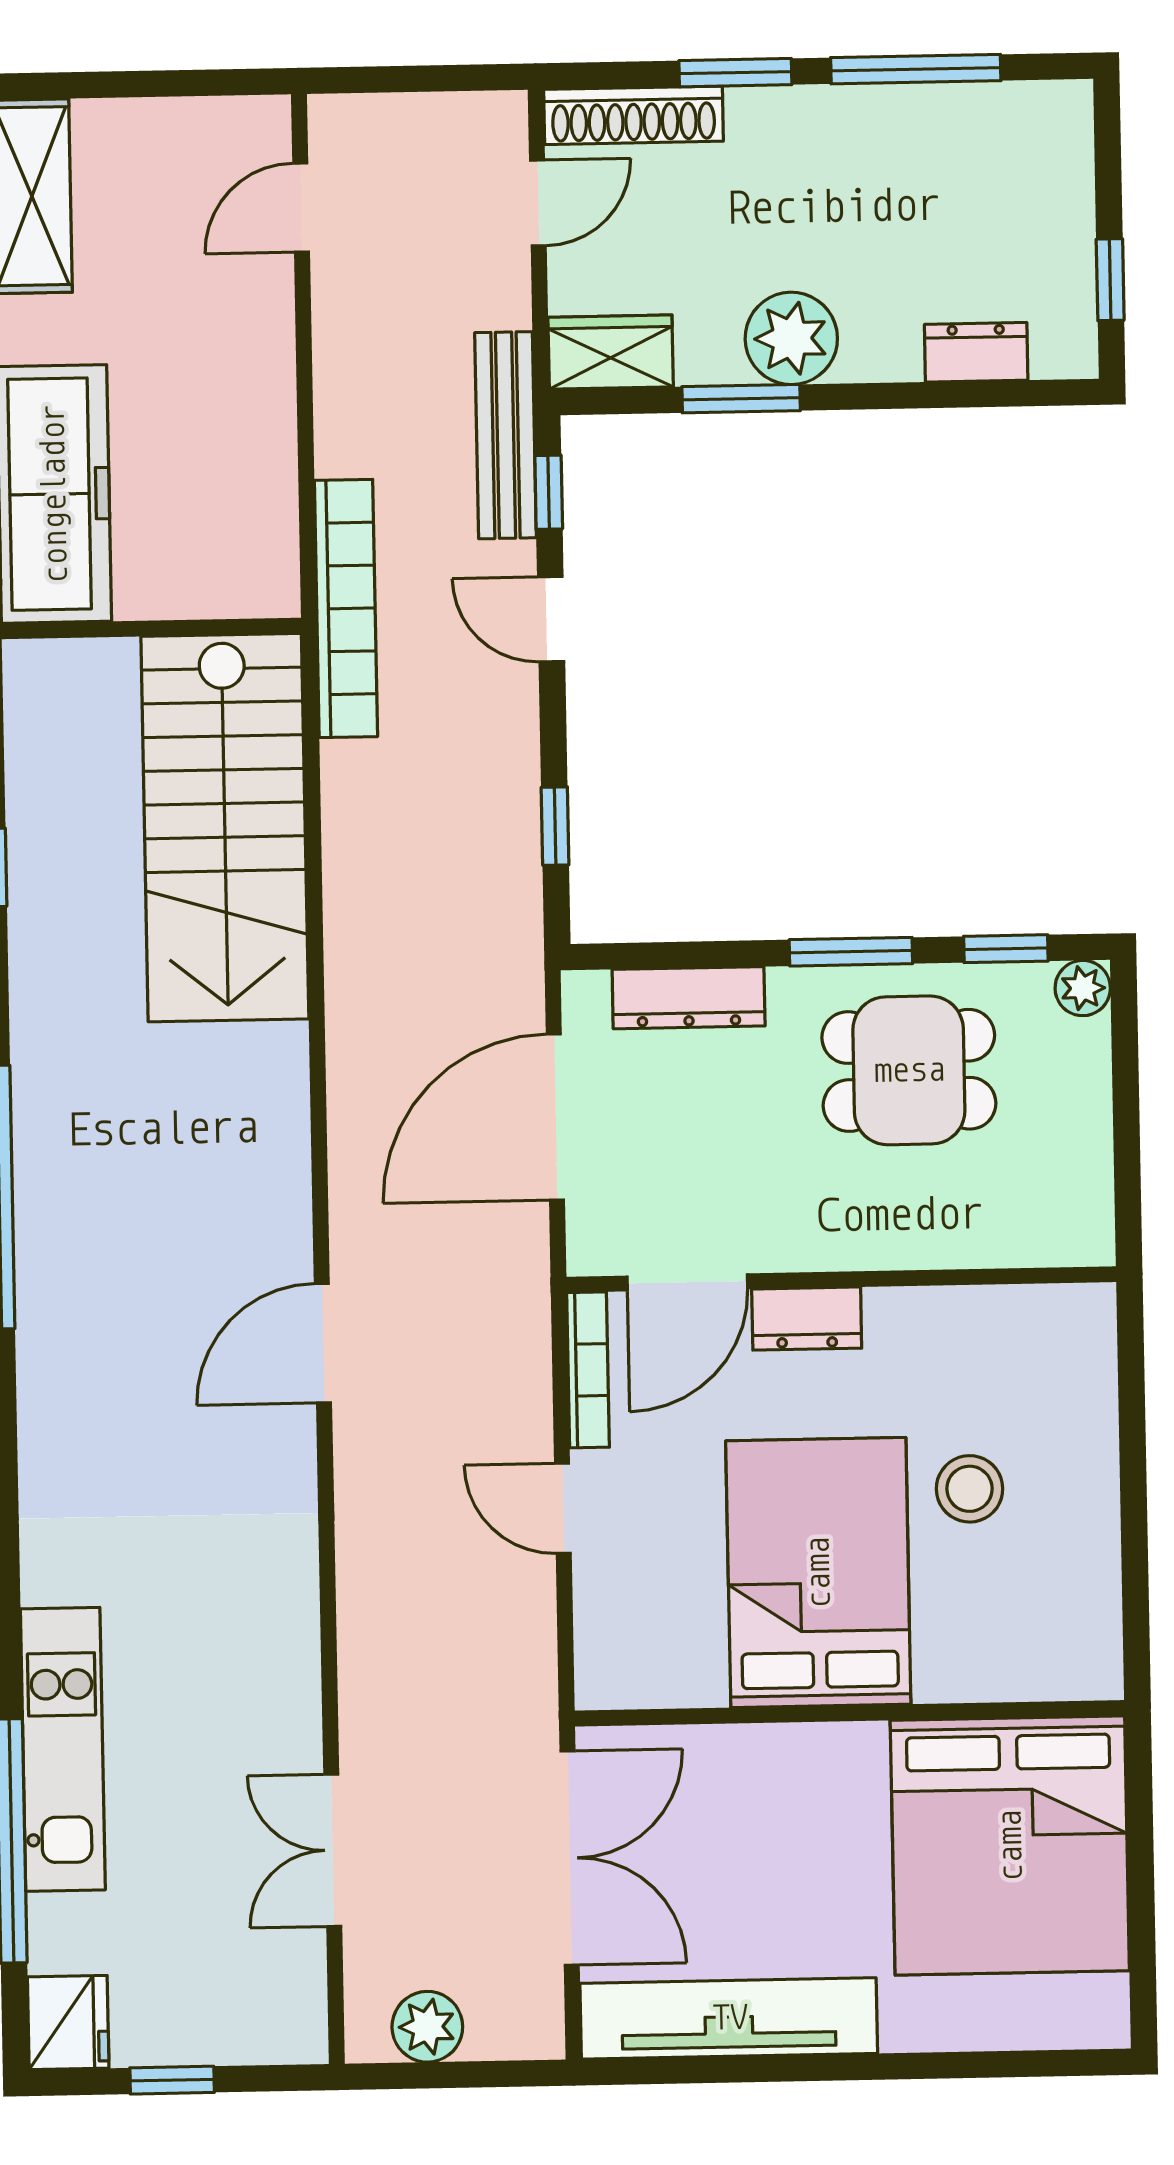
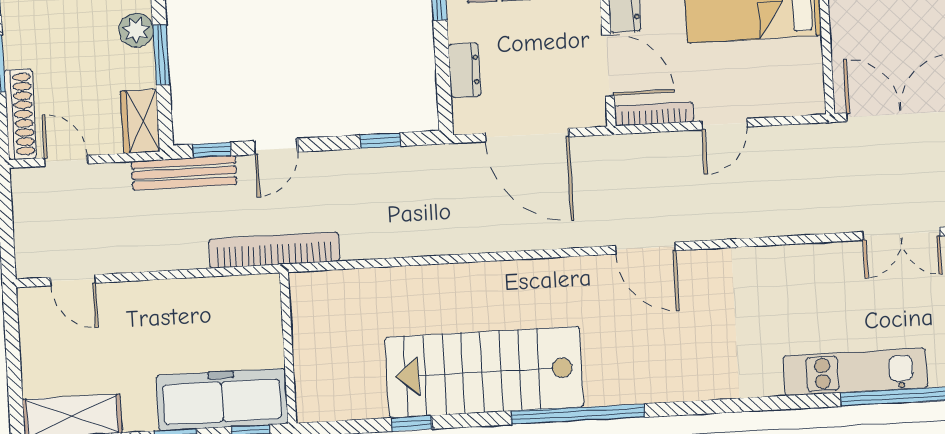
plant: (791, 338) -> (136, 30), width x0.73, depth x0.73
stairs: (225, 828) -> (484, 372), moved, turned 180
dresser: (689, 998) -> (464, 70), width x0.70

